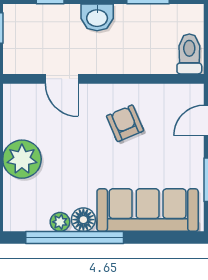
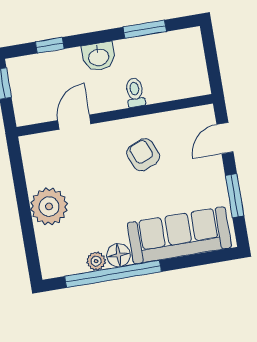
toilet: (189, 54) -> (135, 93), moved, width x0.73, depth x0.72
door: (62, 79) -> (74, 122), swing flipped

